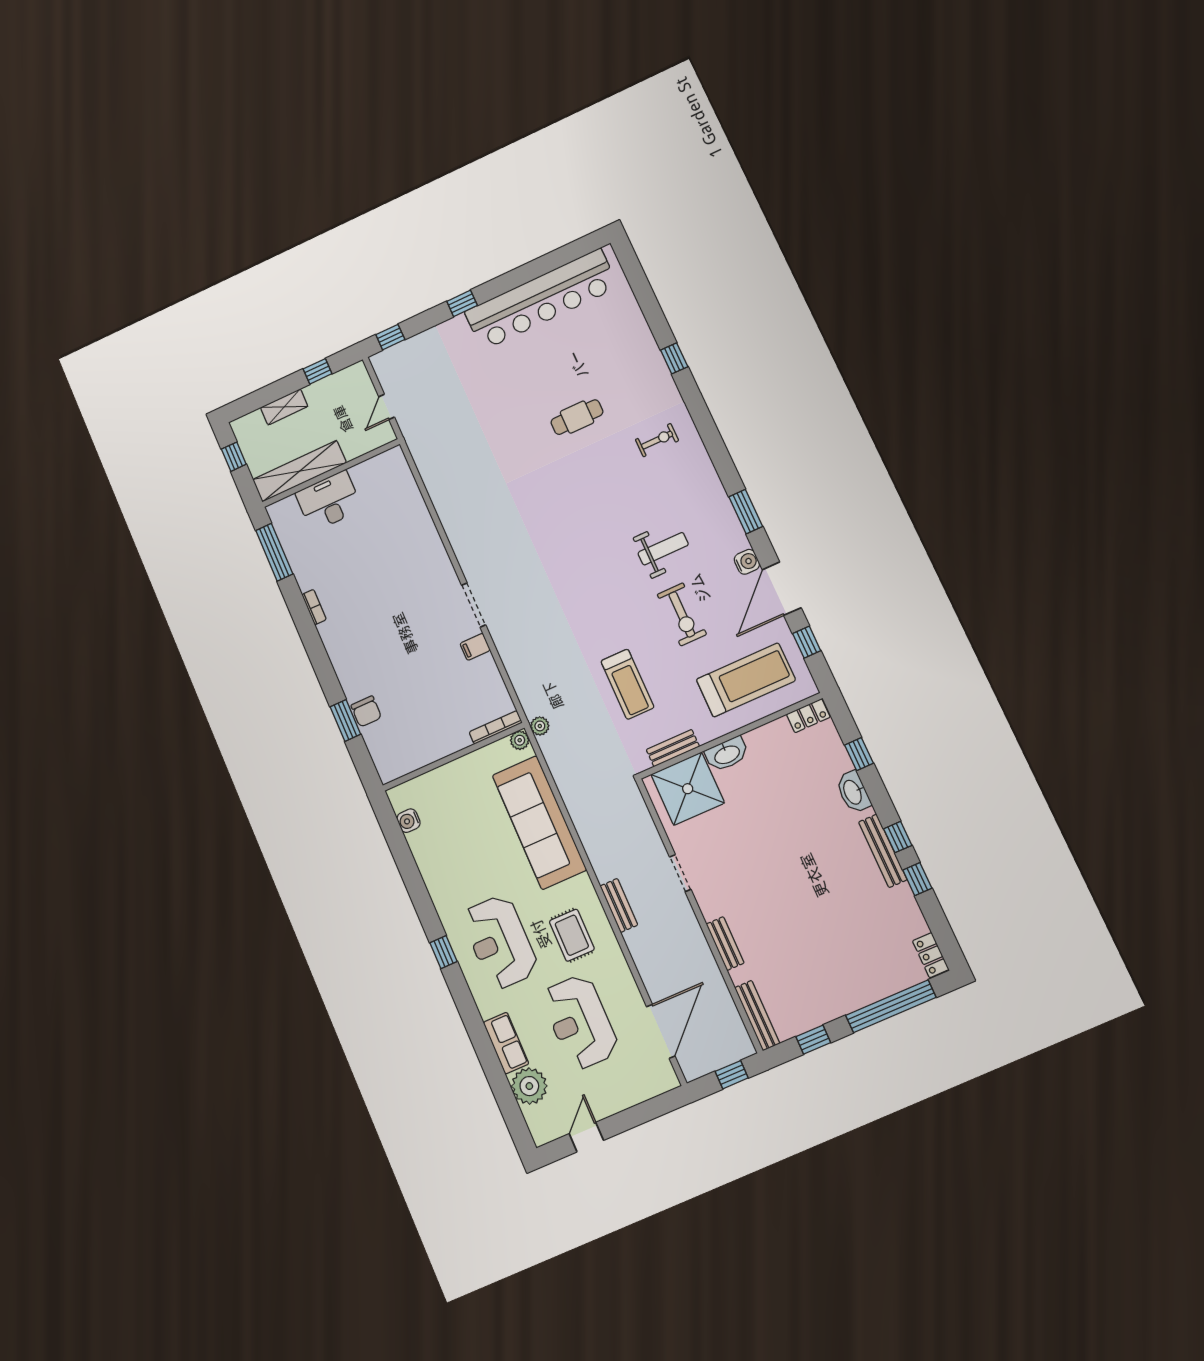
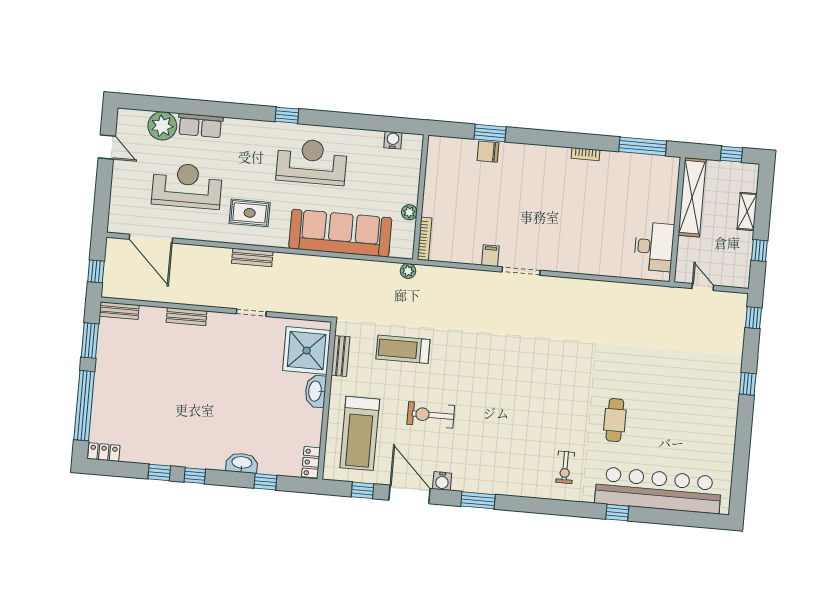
bar counter: (541, 299) -> (658, 490), moved, turned 90
desk: (329, 501) -> (654, 247), moved
weight bench: (663, 549) -> (485, 428), removed
plant: (520, 740) -> (409, 212), moved
bench: (883, 851) -> (191, 460), removed
reception desk: (500, 942) -> (312, 162), moved
bench: (757, 1016) -> (119, 311), width x0.73
window: (813, 1040) -> (90, 340), width x1.50

